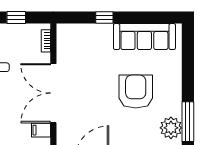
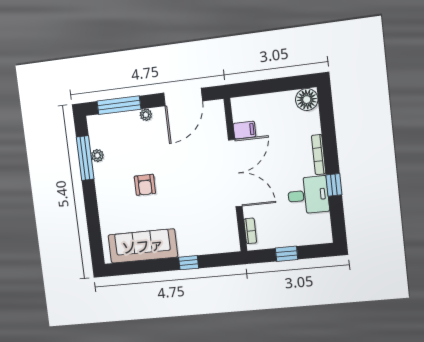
armchair: (136, 92) -> (145, 185), width x0.53, depth x0.53
plant: (171, 128) -> (97, 156), width x0.53, depth x0.53

